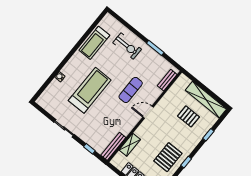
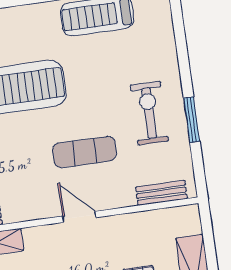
exercise bike: (127, 46) -> (149, 113), moved, turned 180

